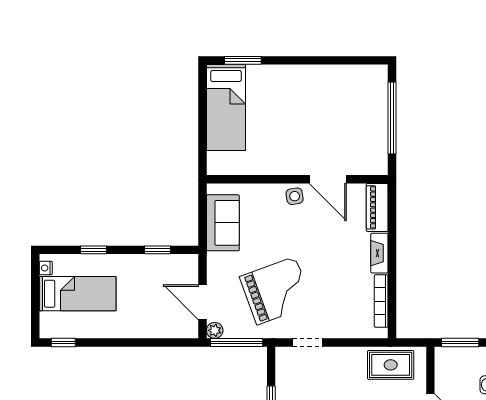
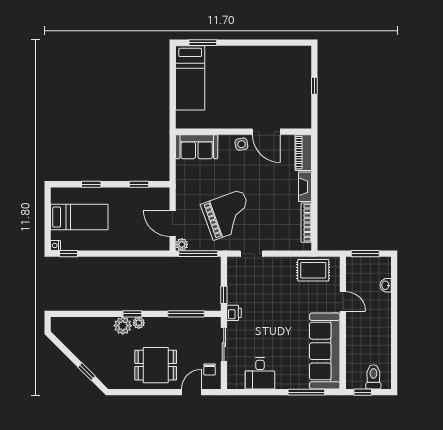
window: (392, 118) -> (314, 86), width x0.32
sofa: (223, 223) -> (197, 147), moved, turned 90
nightstand: (46, 268) -> (55, 245), moved

